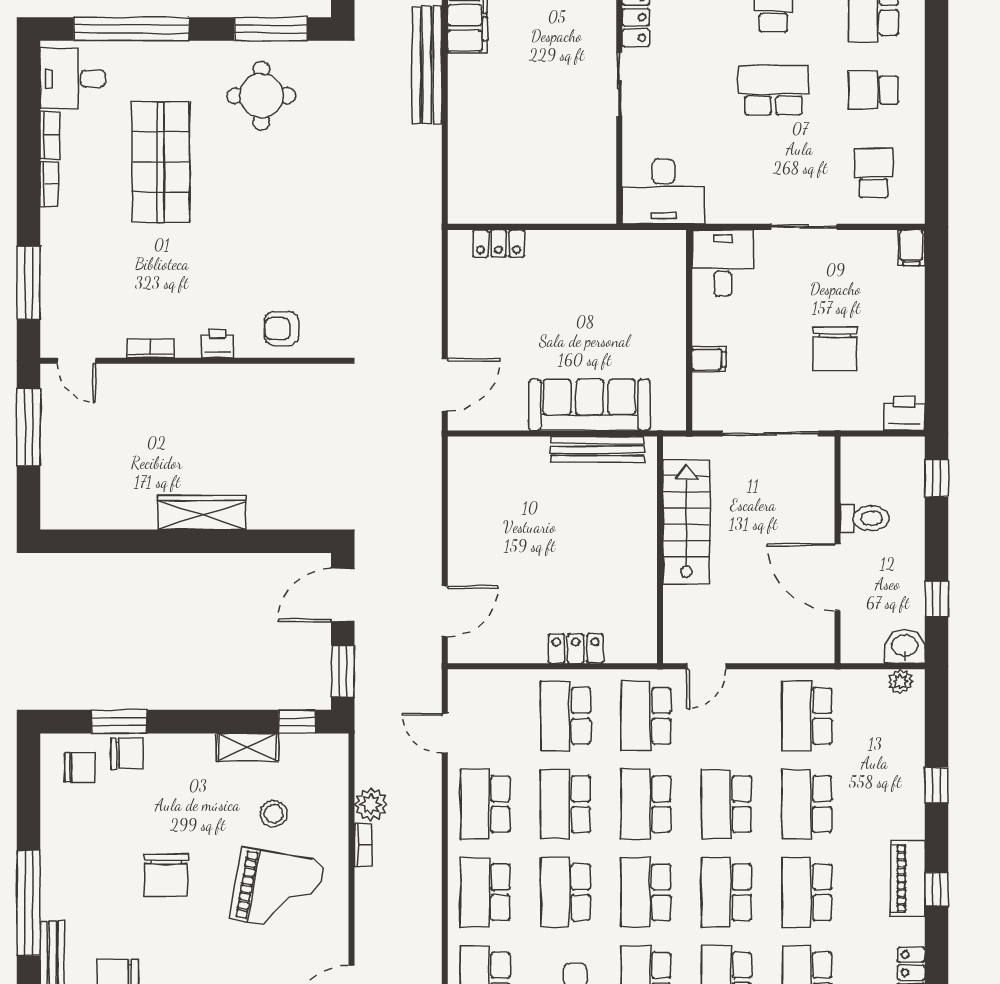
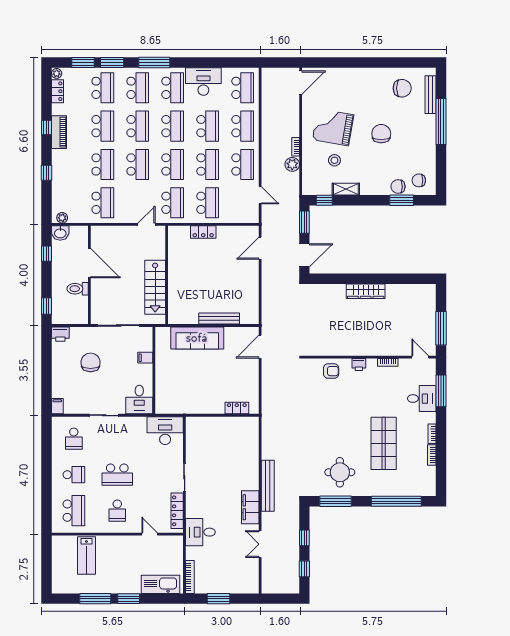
desk: (73, 79) -> (422, 399), moved
bench: (597, 449) -> (219, 319), moved

